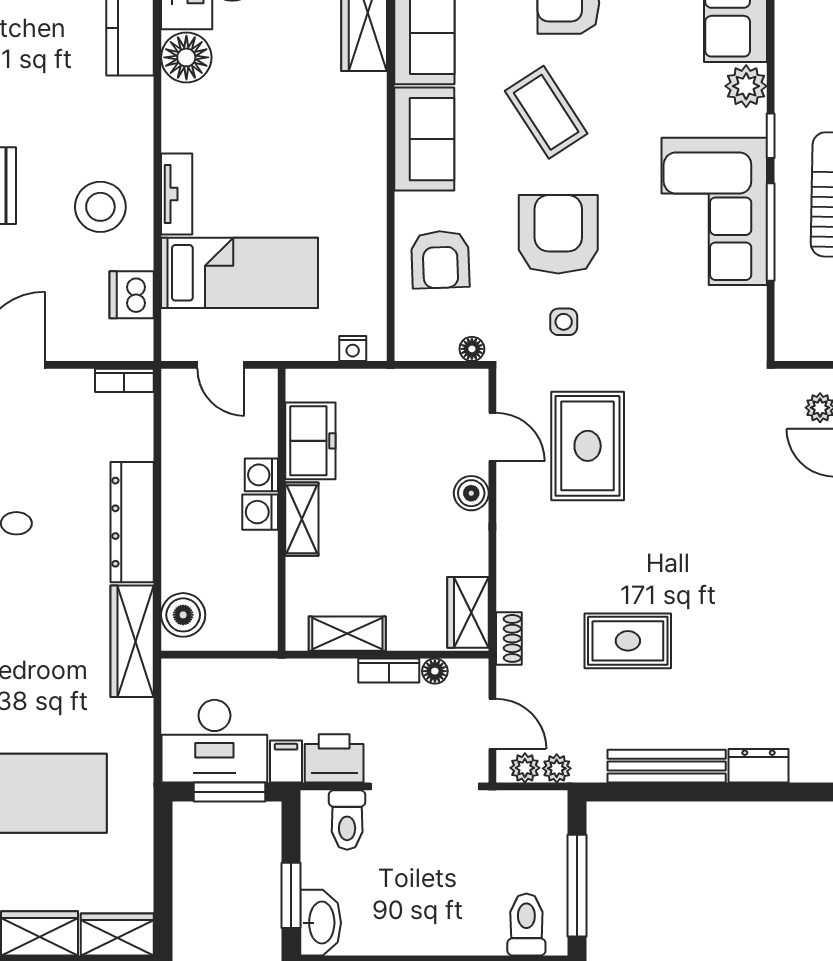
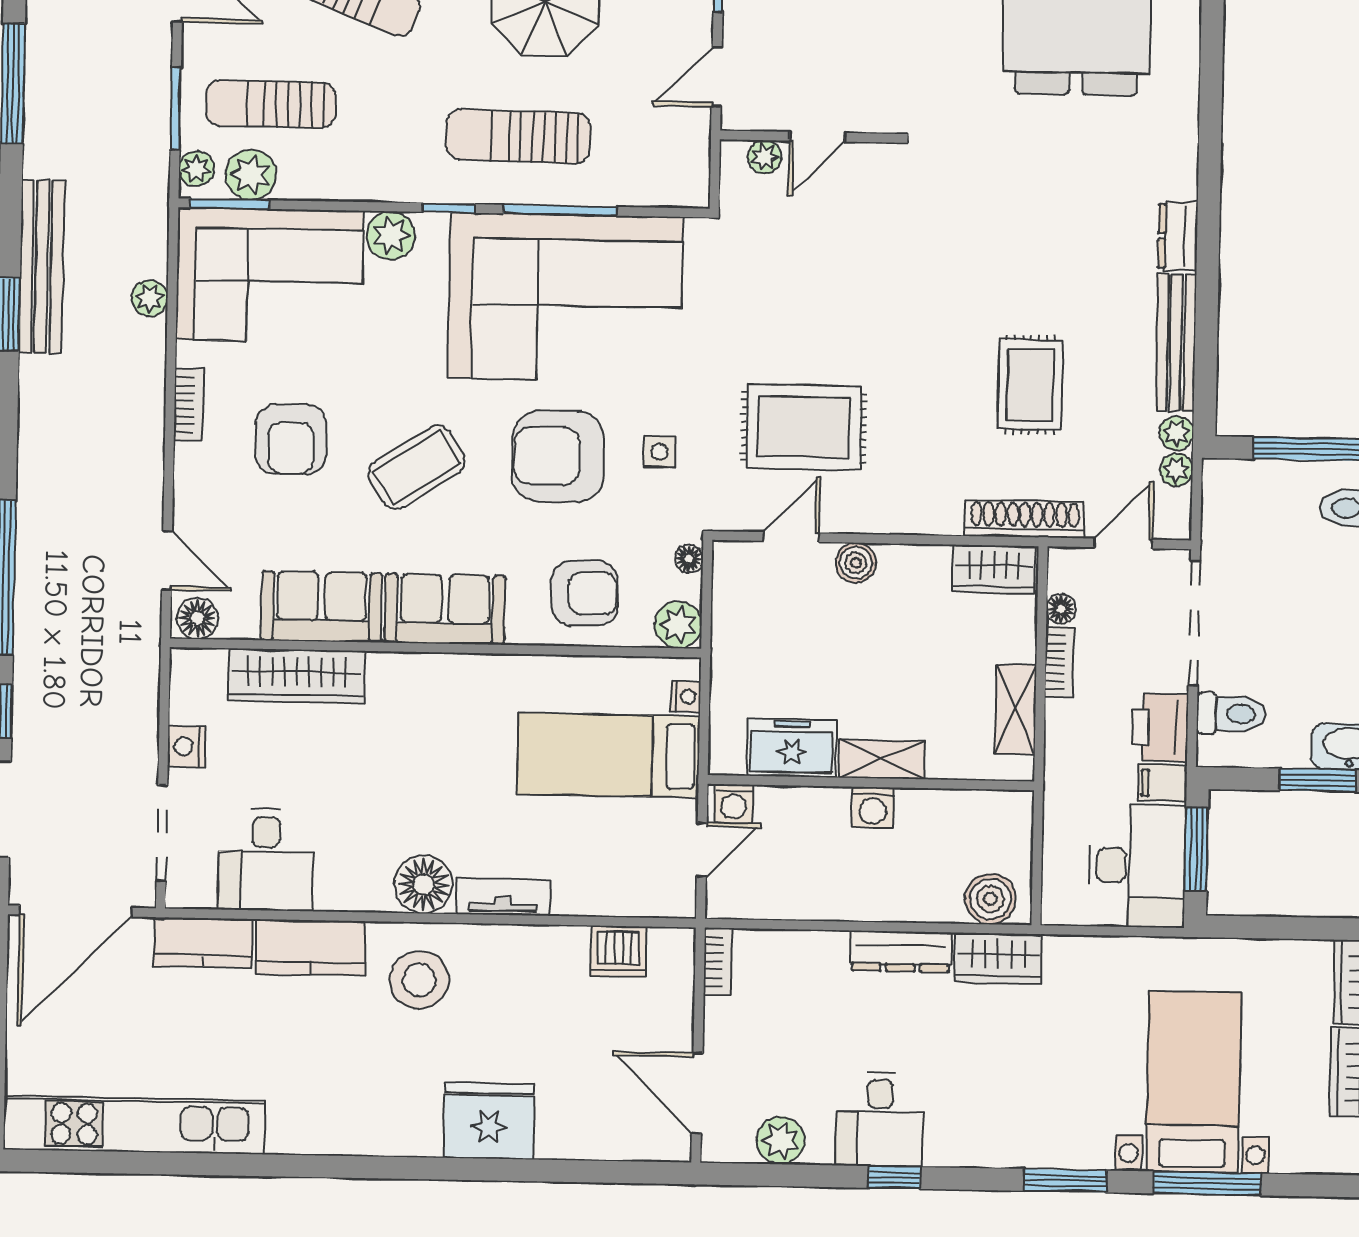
floor lamp: (186, 57) -> (424, 884), moved
stool: (100, 207) -> (419, 980), moved
corner sofa: (714, 211) -> (566, 298), width x1.36, depth x1.36
bed: (240, 273) -> (608, 755), moved, turned -90
plant: (415, 341) -> (678, 625), added
washing machine: (261, 475) -> (734, 803), moved
dresser: (132, 522) -> (901, 951), width x0.73, depth x0.80
shoe rack: (509, 638) -> (1025, 519), width x1.94, depth x1.24
wardrobe: (132, 641) -> (998, 958), width x0.67
plant: (525, 768) -> (1176, 433), moved

